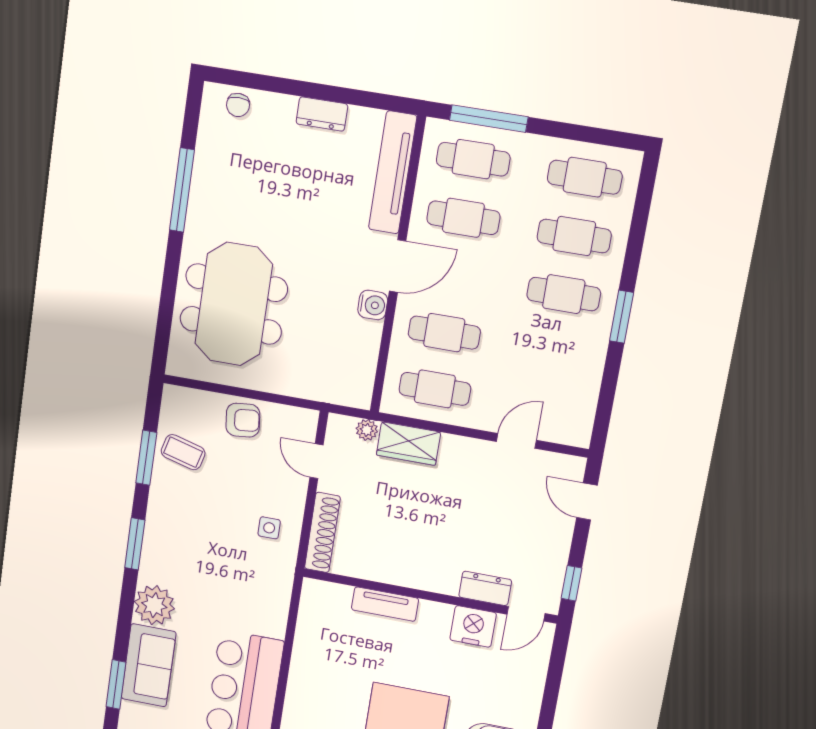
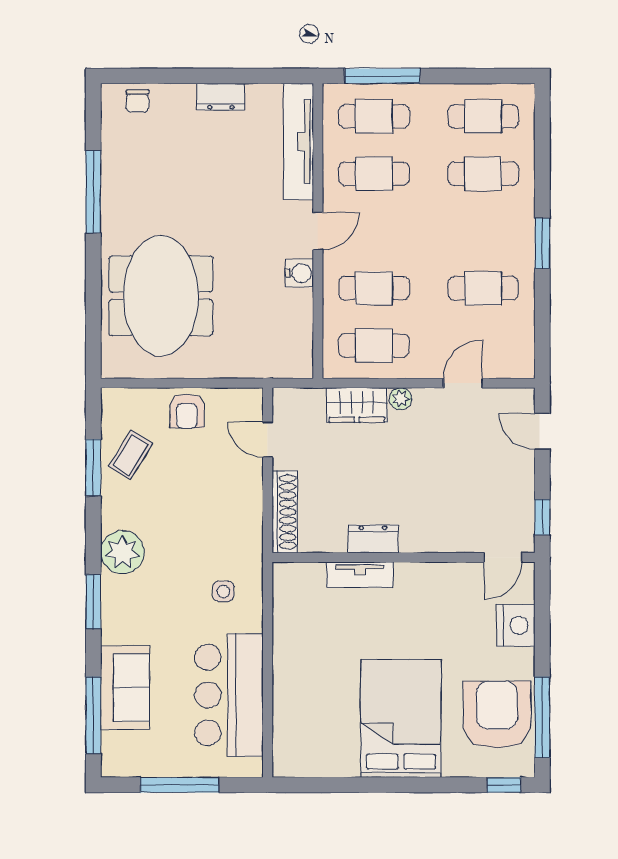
door: (398, 266) -> (318, 231), width x0.73
cafe table: (564, 294) -> (483, 288), moved
armchair: (243, 420) -> (187, 411), turned 96
plant: (367, 430) -> (401, 399), moved
coffee table: (183, 452) -> (130, 455), turned -74
side table: (269, 528) -> (223, 591), moved
window: (135, 544) -> (93, 602), moved
dresser: (485, 588) -> (373, 539), moved
plant: (154, 605) -> (122, 552), moved
nightstand: (473, 626) -> (516, 625), moved, turned 90
window: (116, 684) -> (93, 715), width x1.44

